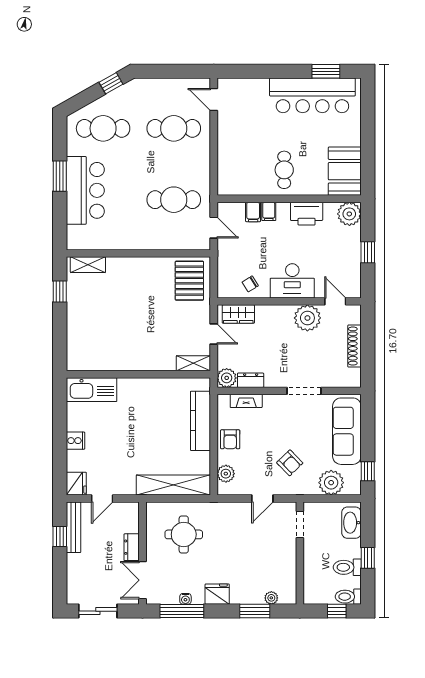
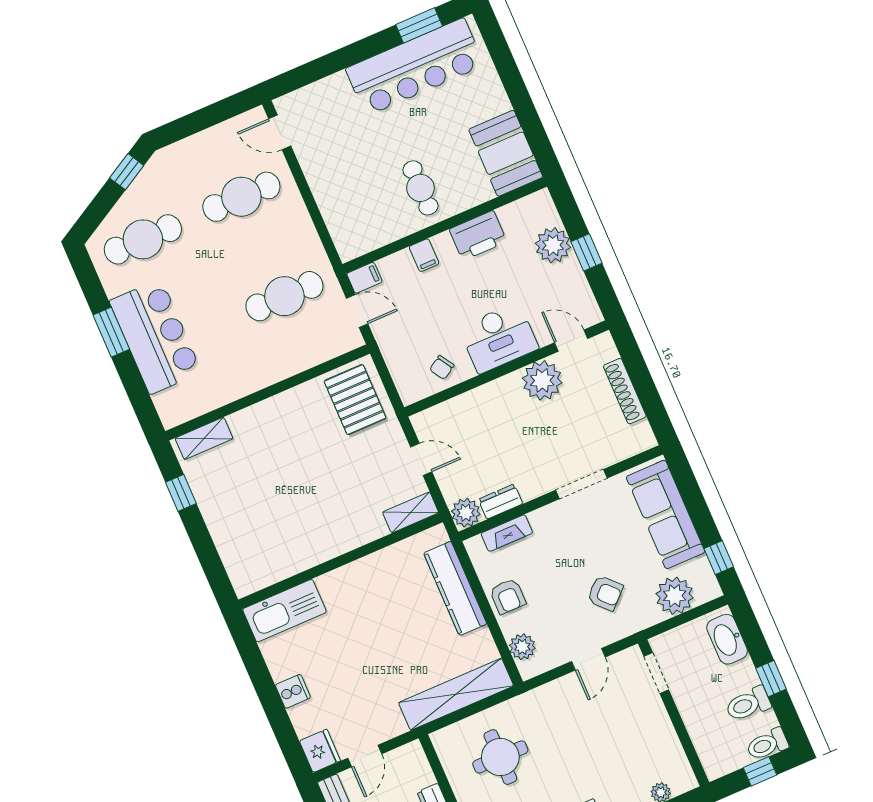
filing cabinet: (253, 212) -> (364, 278), moved, turned -90
plant: (349, 214) -> (553, 245), moved
wardrobe: (238, 314) -> (443, 417), removed

